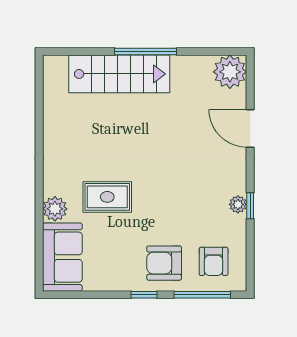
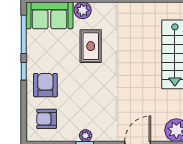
window: (202, 295) -> (24, 34), moved

